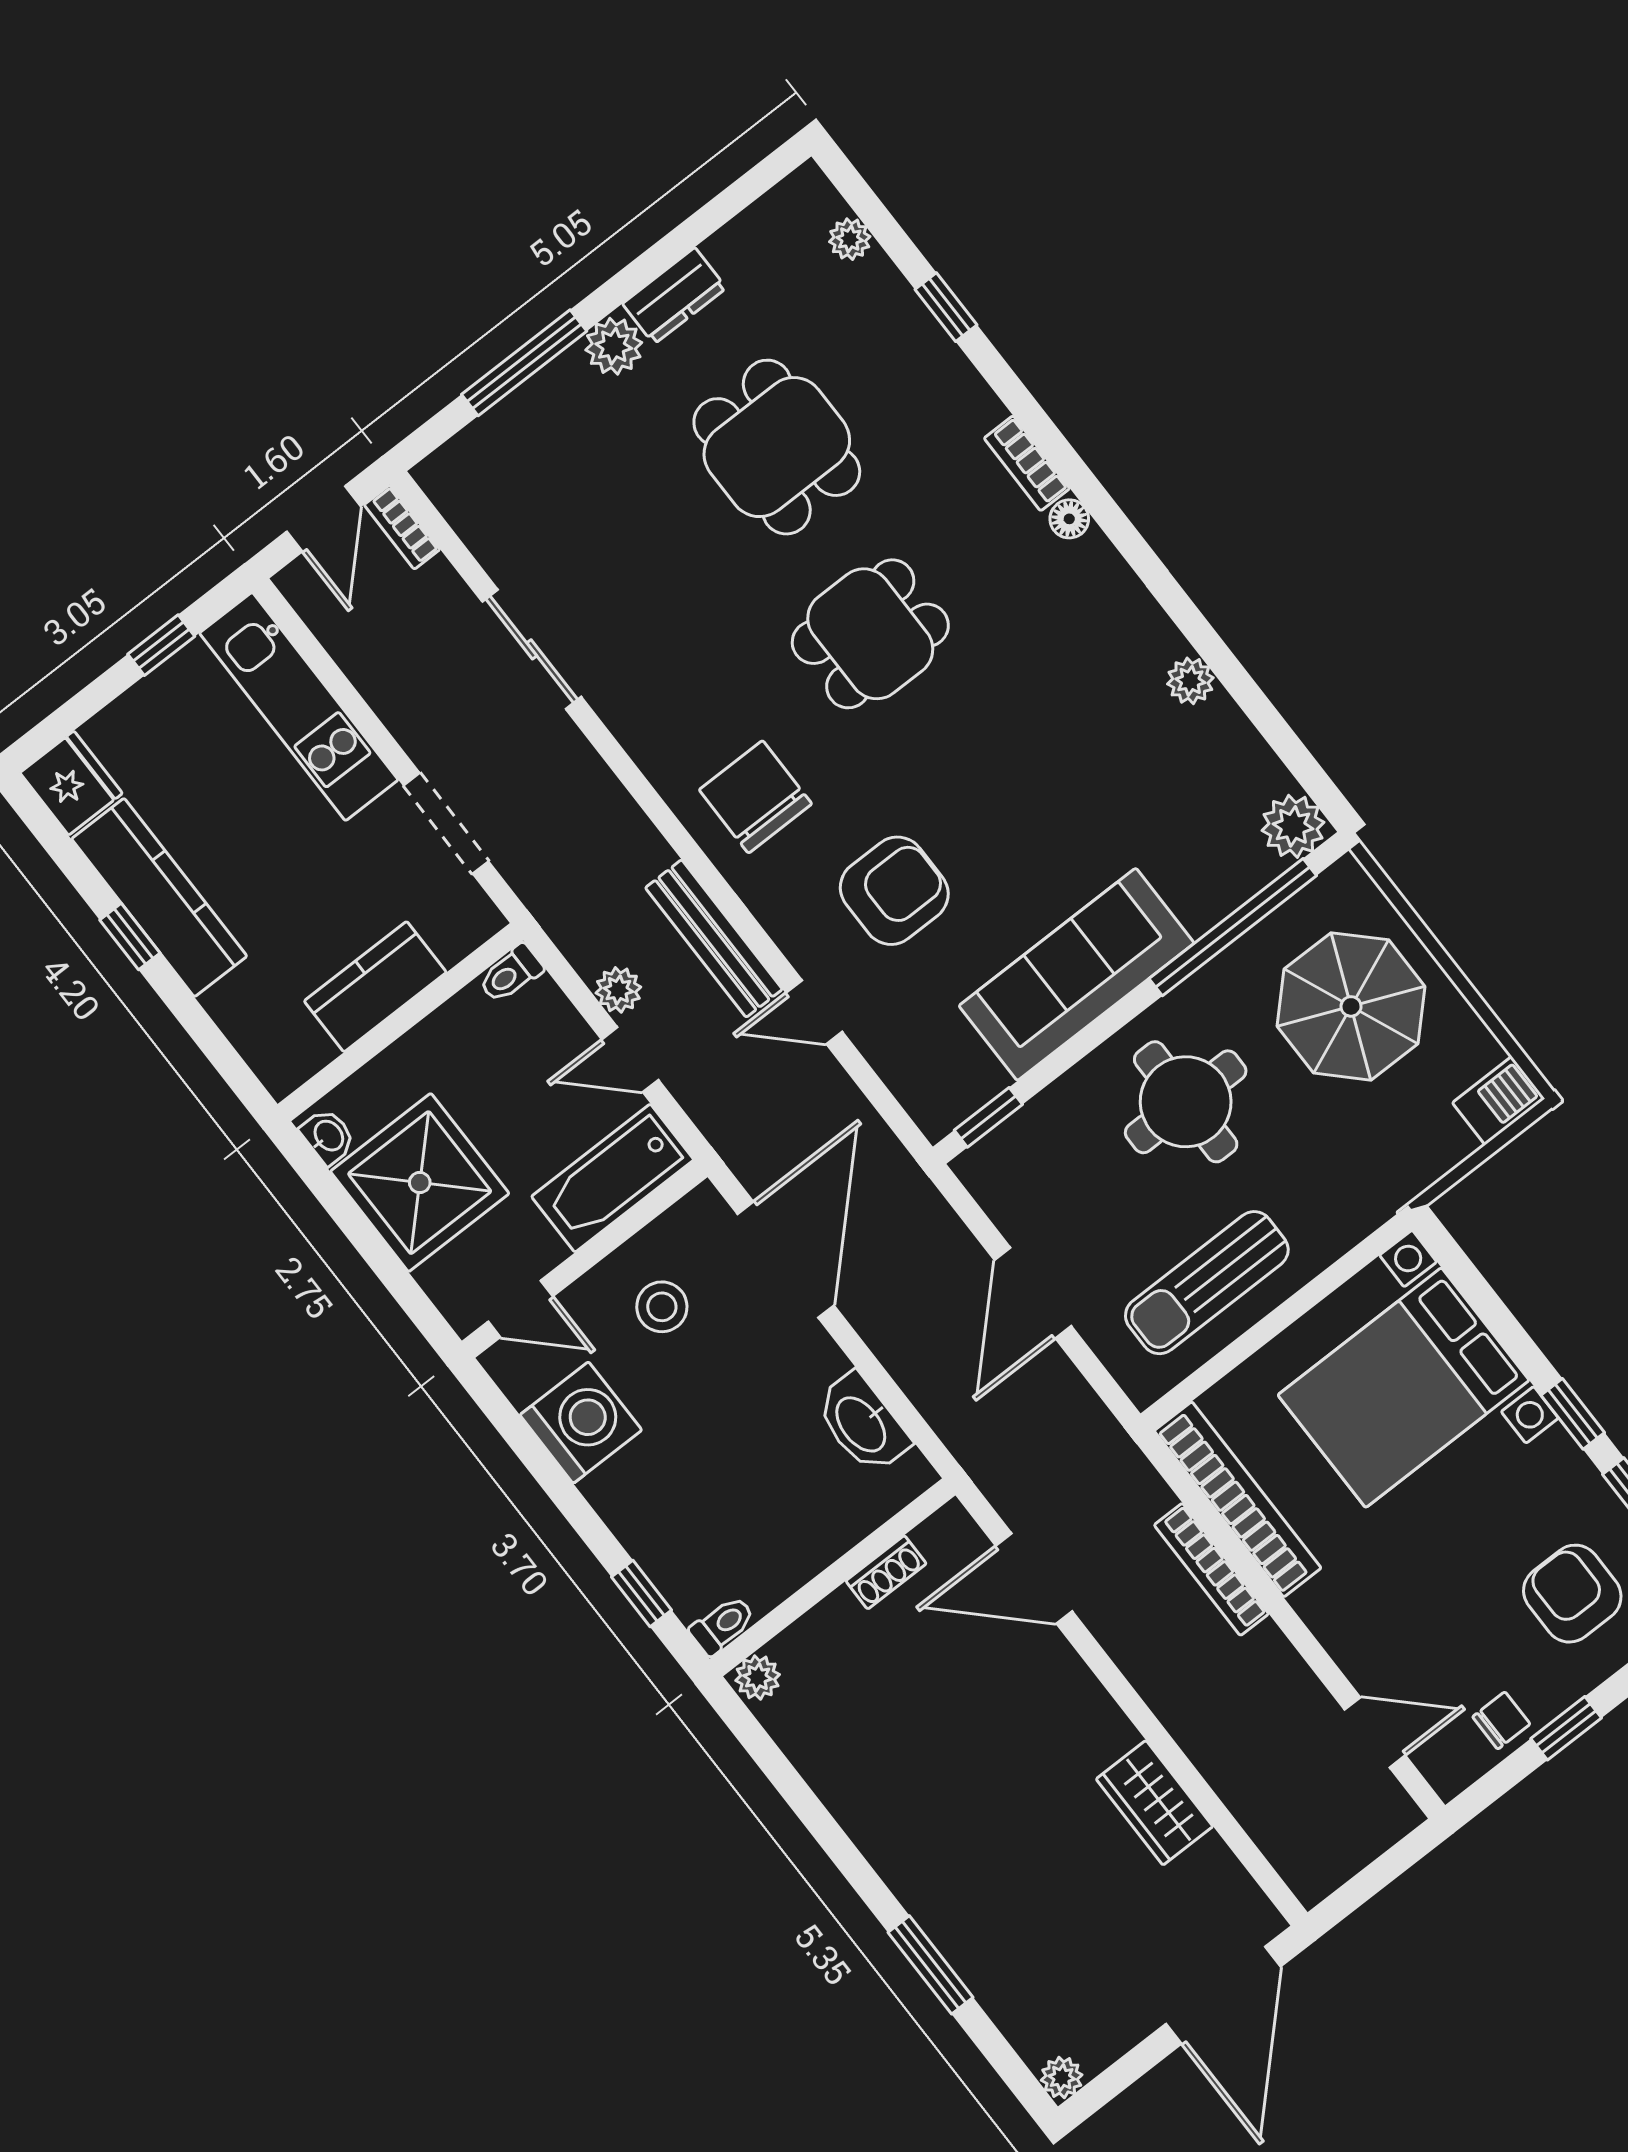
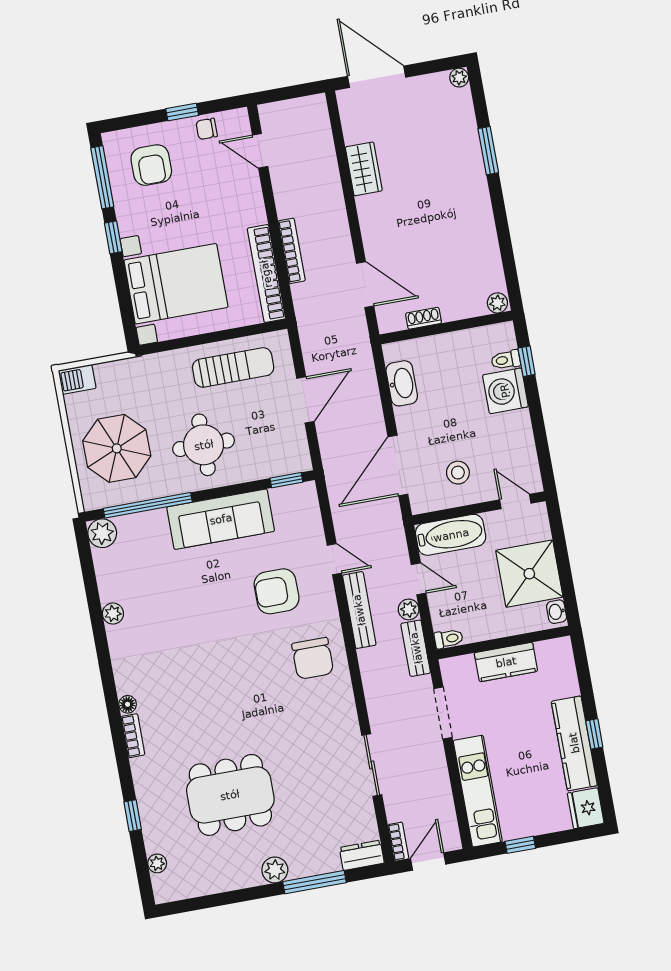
dresser: (674, 296) -> (362, 855), moved
dining table: (777, 447) -> (230, 795), width x1.37
dining table: (870, 634) -> (232, 700), removed
bench: (565, 922) -> (416, 648), added
washing machine: (581, 1423) -> (505, 391), moved
toilet: (722, 1625) -> (506, 360), moved
door: (1223, 1995) -> (377, 77), hinge flipped

